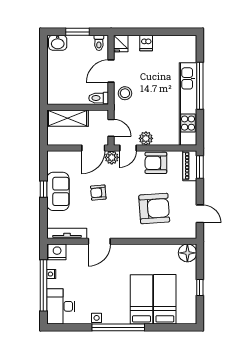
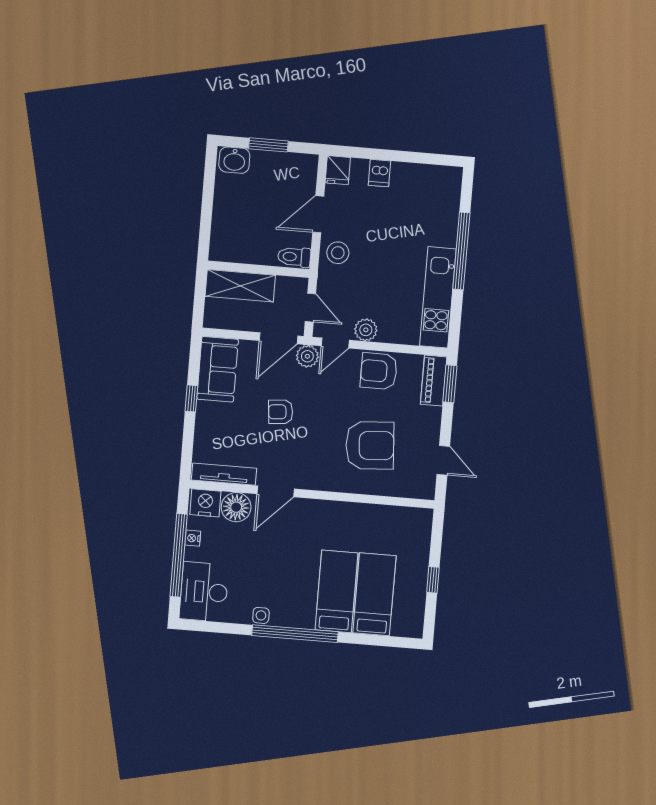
toilet: (99, 43) -> (302, 166), removed
kitchen unit: (188, 104) -> (438, 297), width x0.73
sofa: (58, 191) -> (218, 369), moved
floor lamp: (187, 253) -> (236, 507), moved

